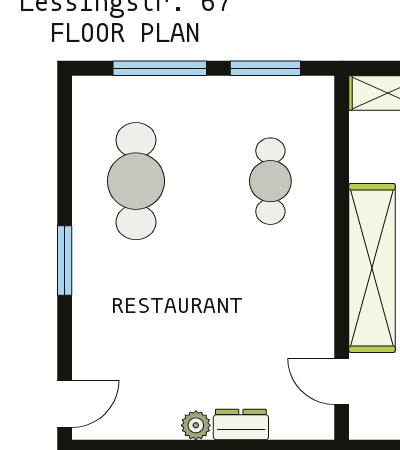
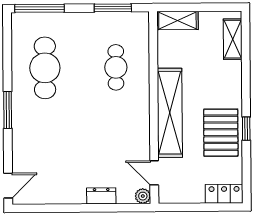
window: (160, 68) -> (39, 8), moved
plant: (196, 425) -> (143, 196), moved

